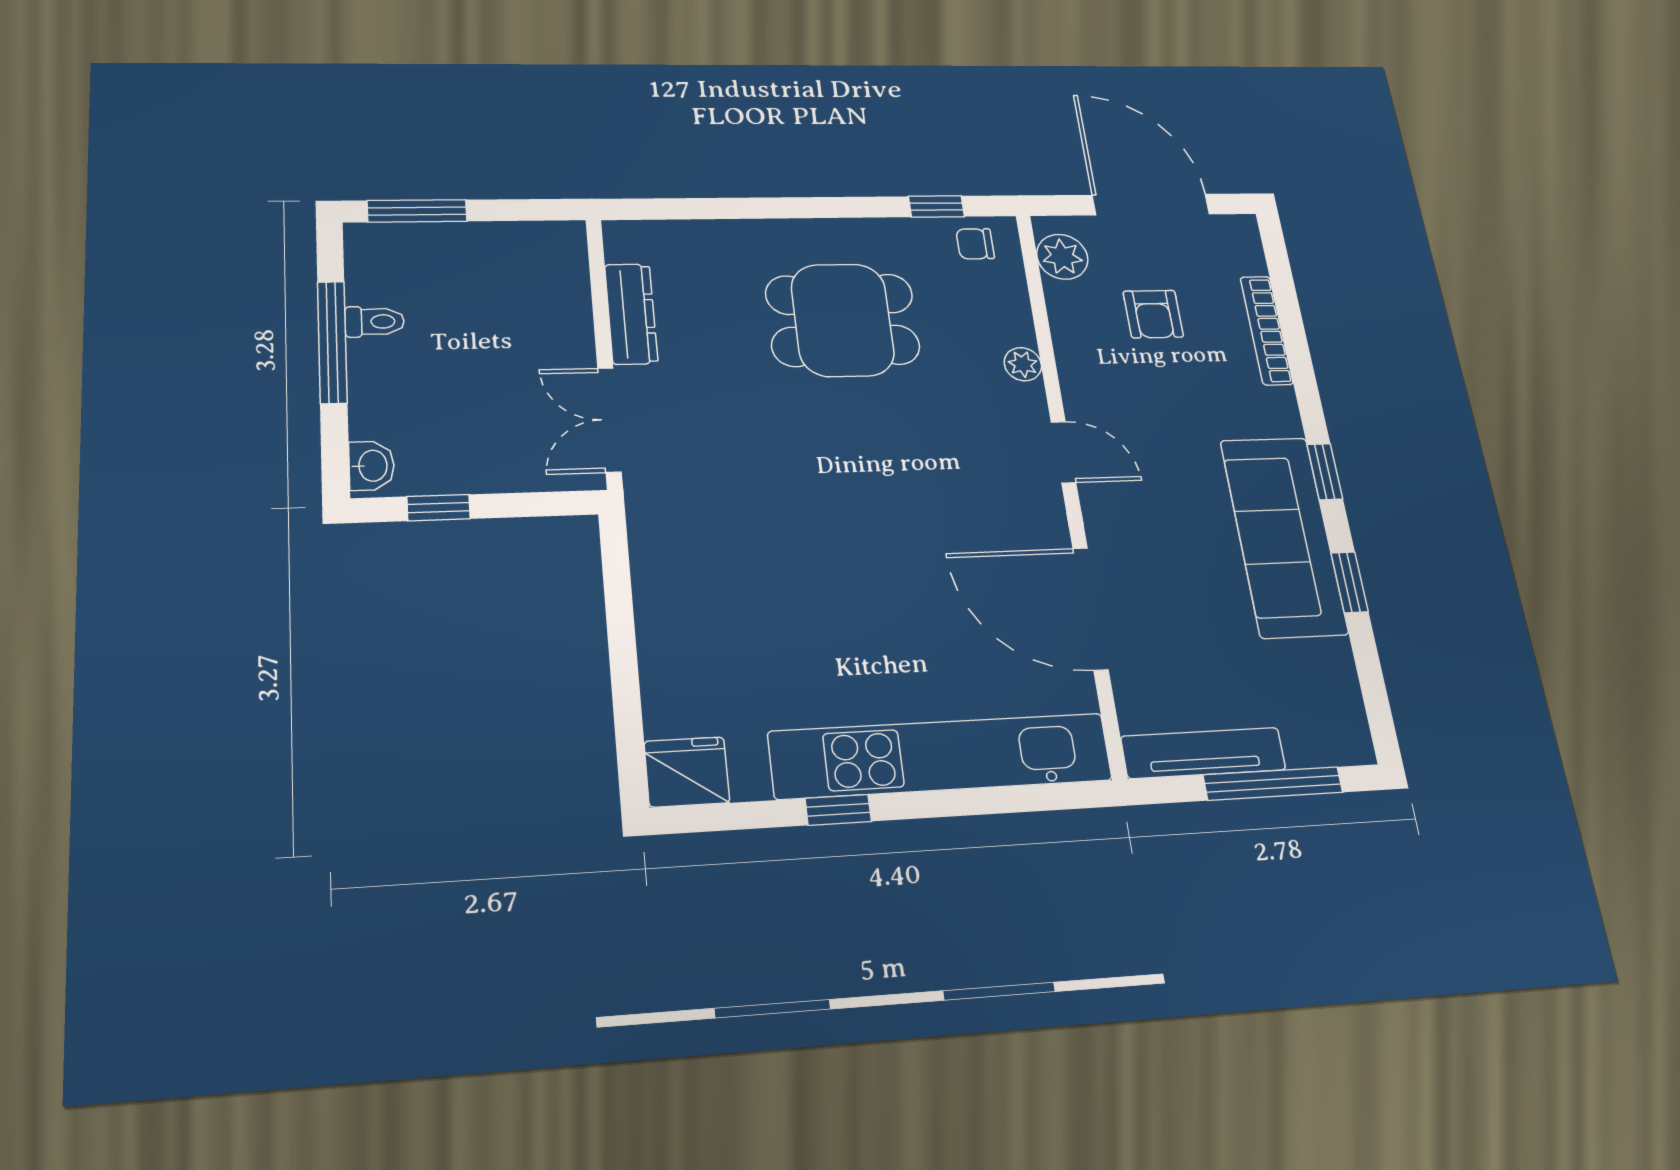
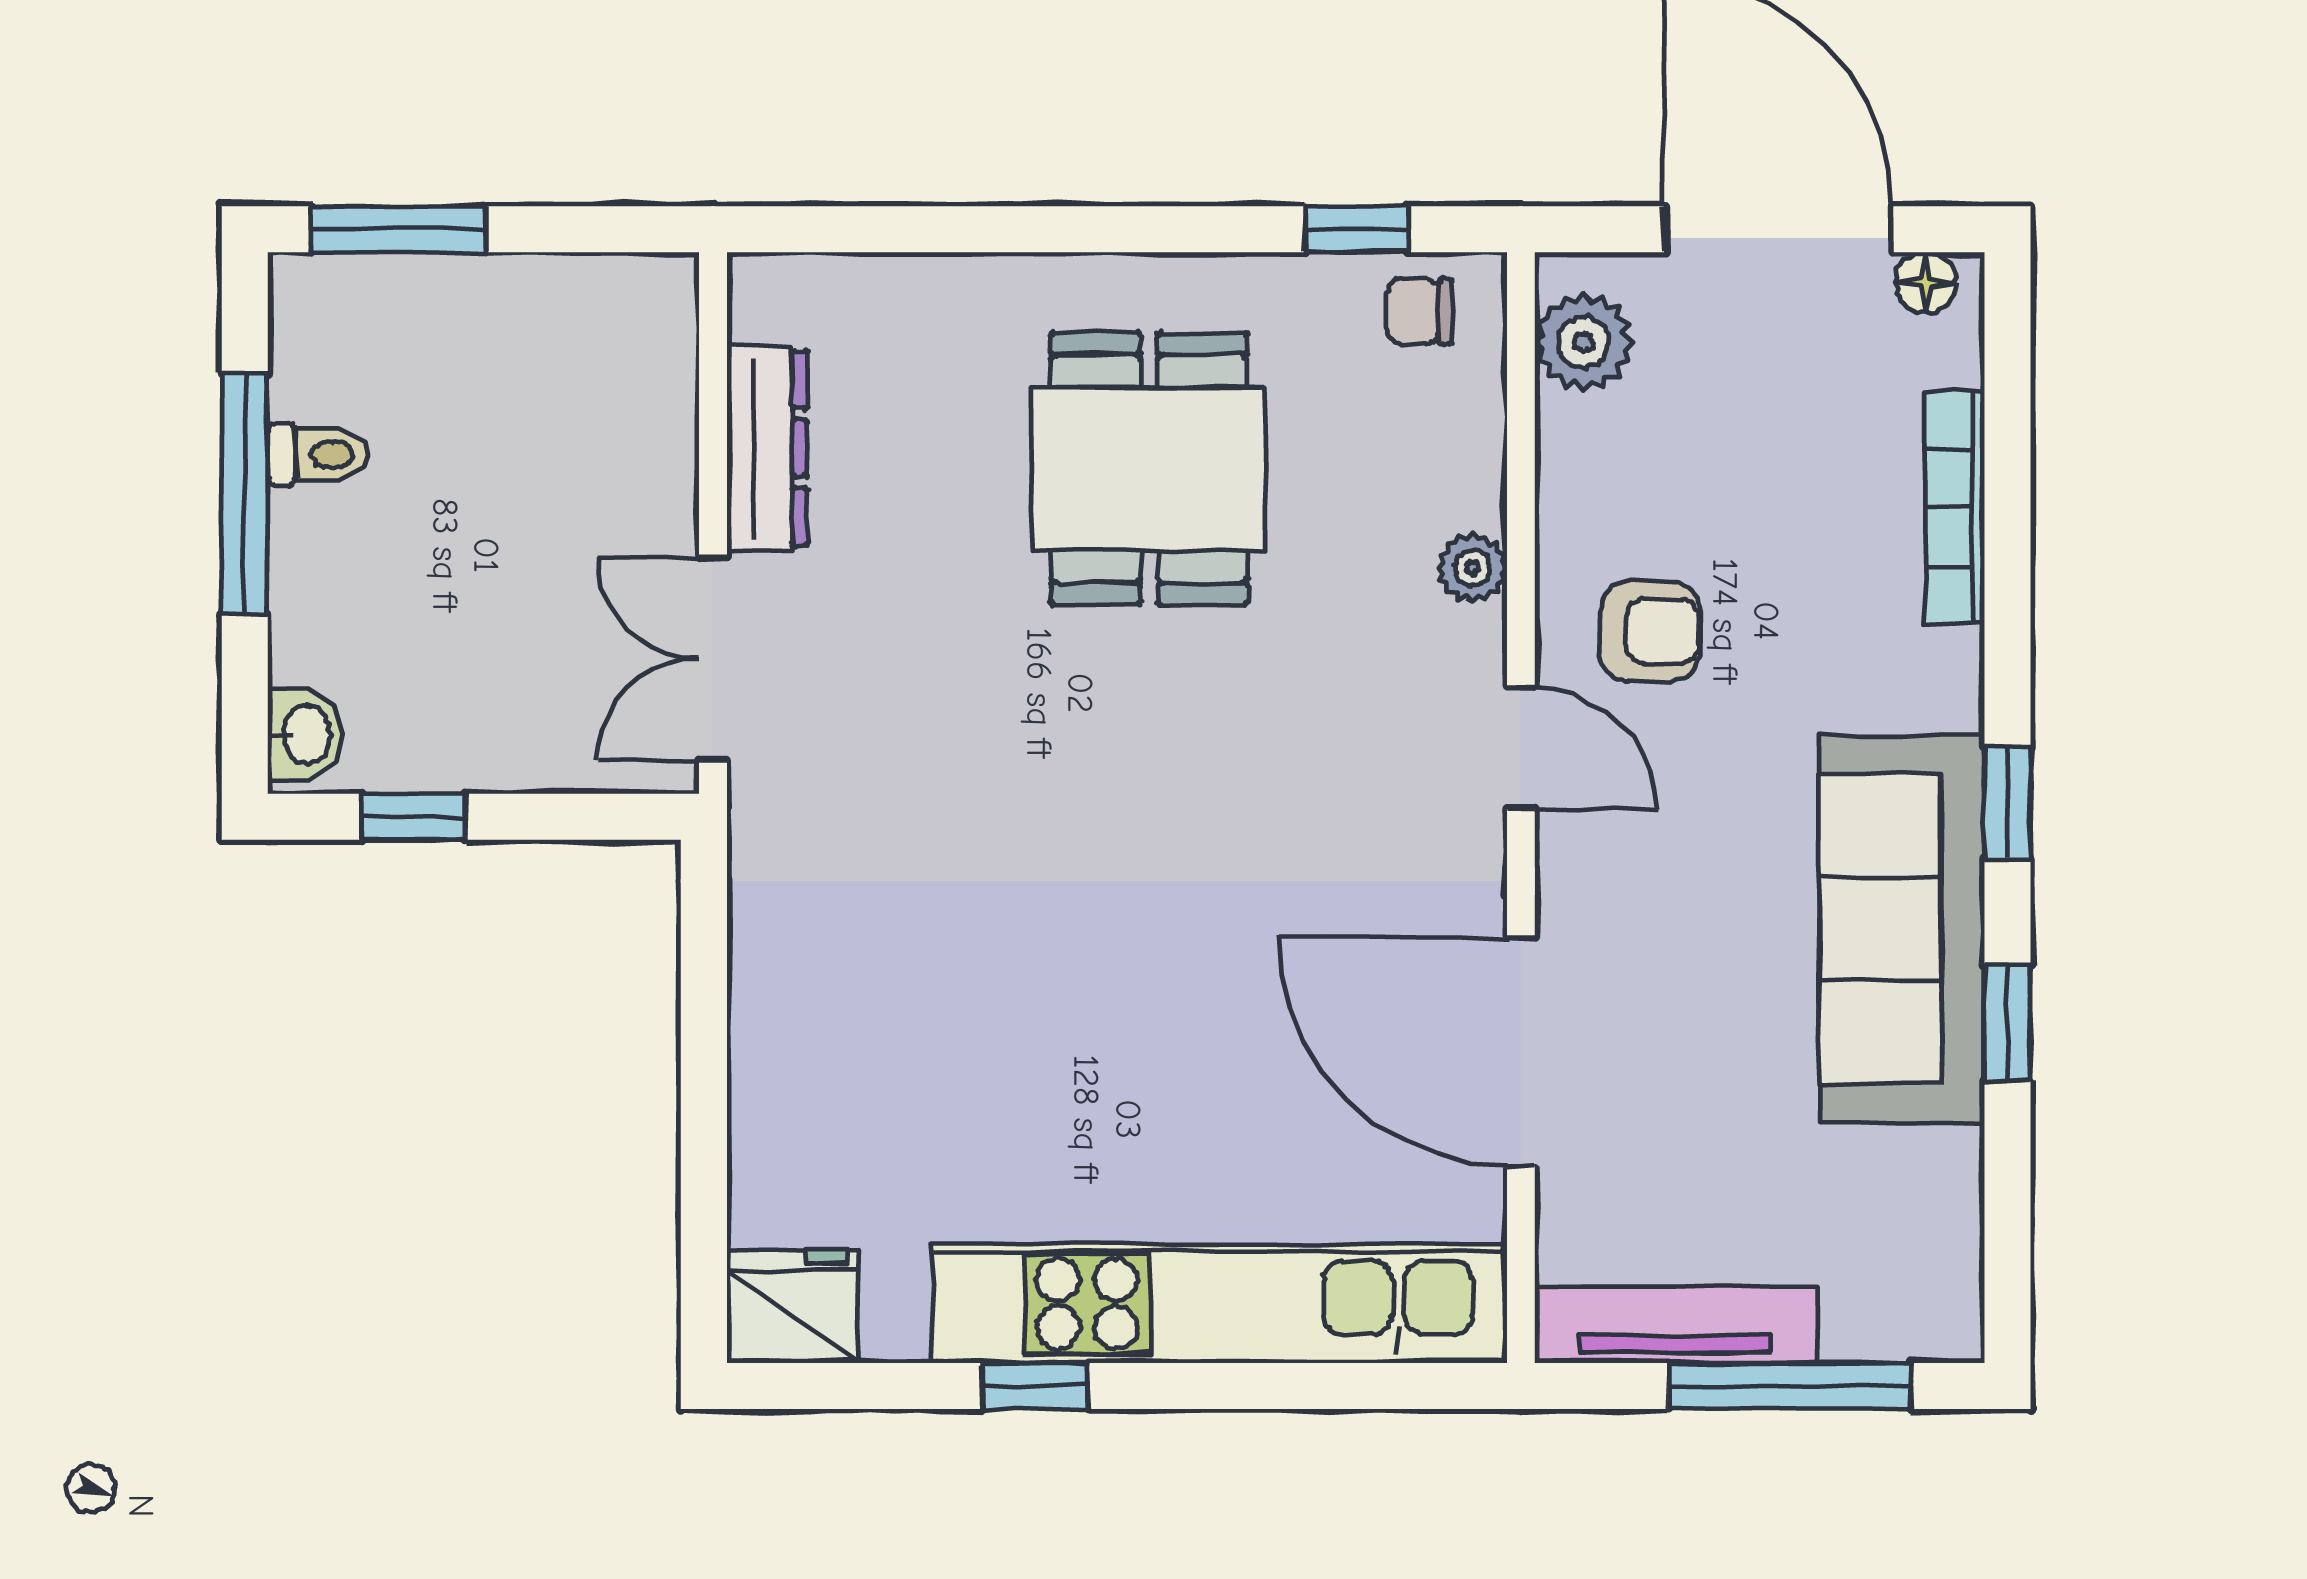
floor lamp: (1230, 228) -> (1926, 282), added
armchair: (1153, 314) -> (1650, 631), moved, turned -90
dining table: (843, 320) -> (1149, 469), turned 90

